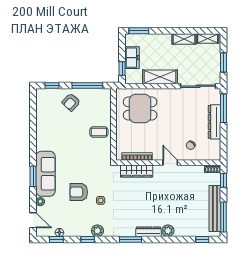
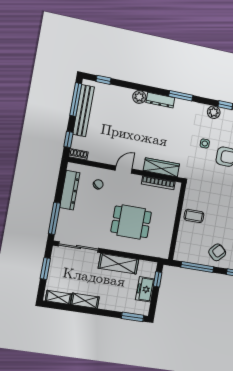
dining table: (140, 108) -> (131, 222), moved
dresser: (215, 122) -> (70, 190), moved
door: (170, 163) -> (124, 170), swing flipped

